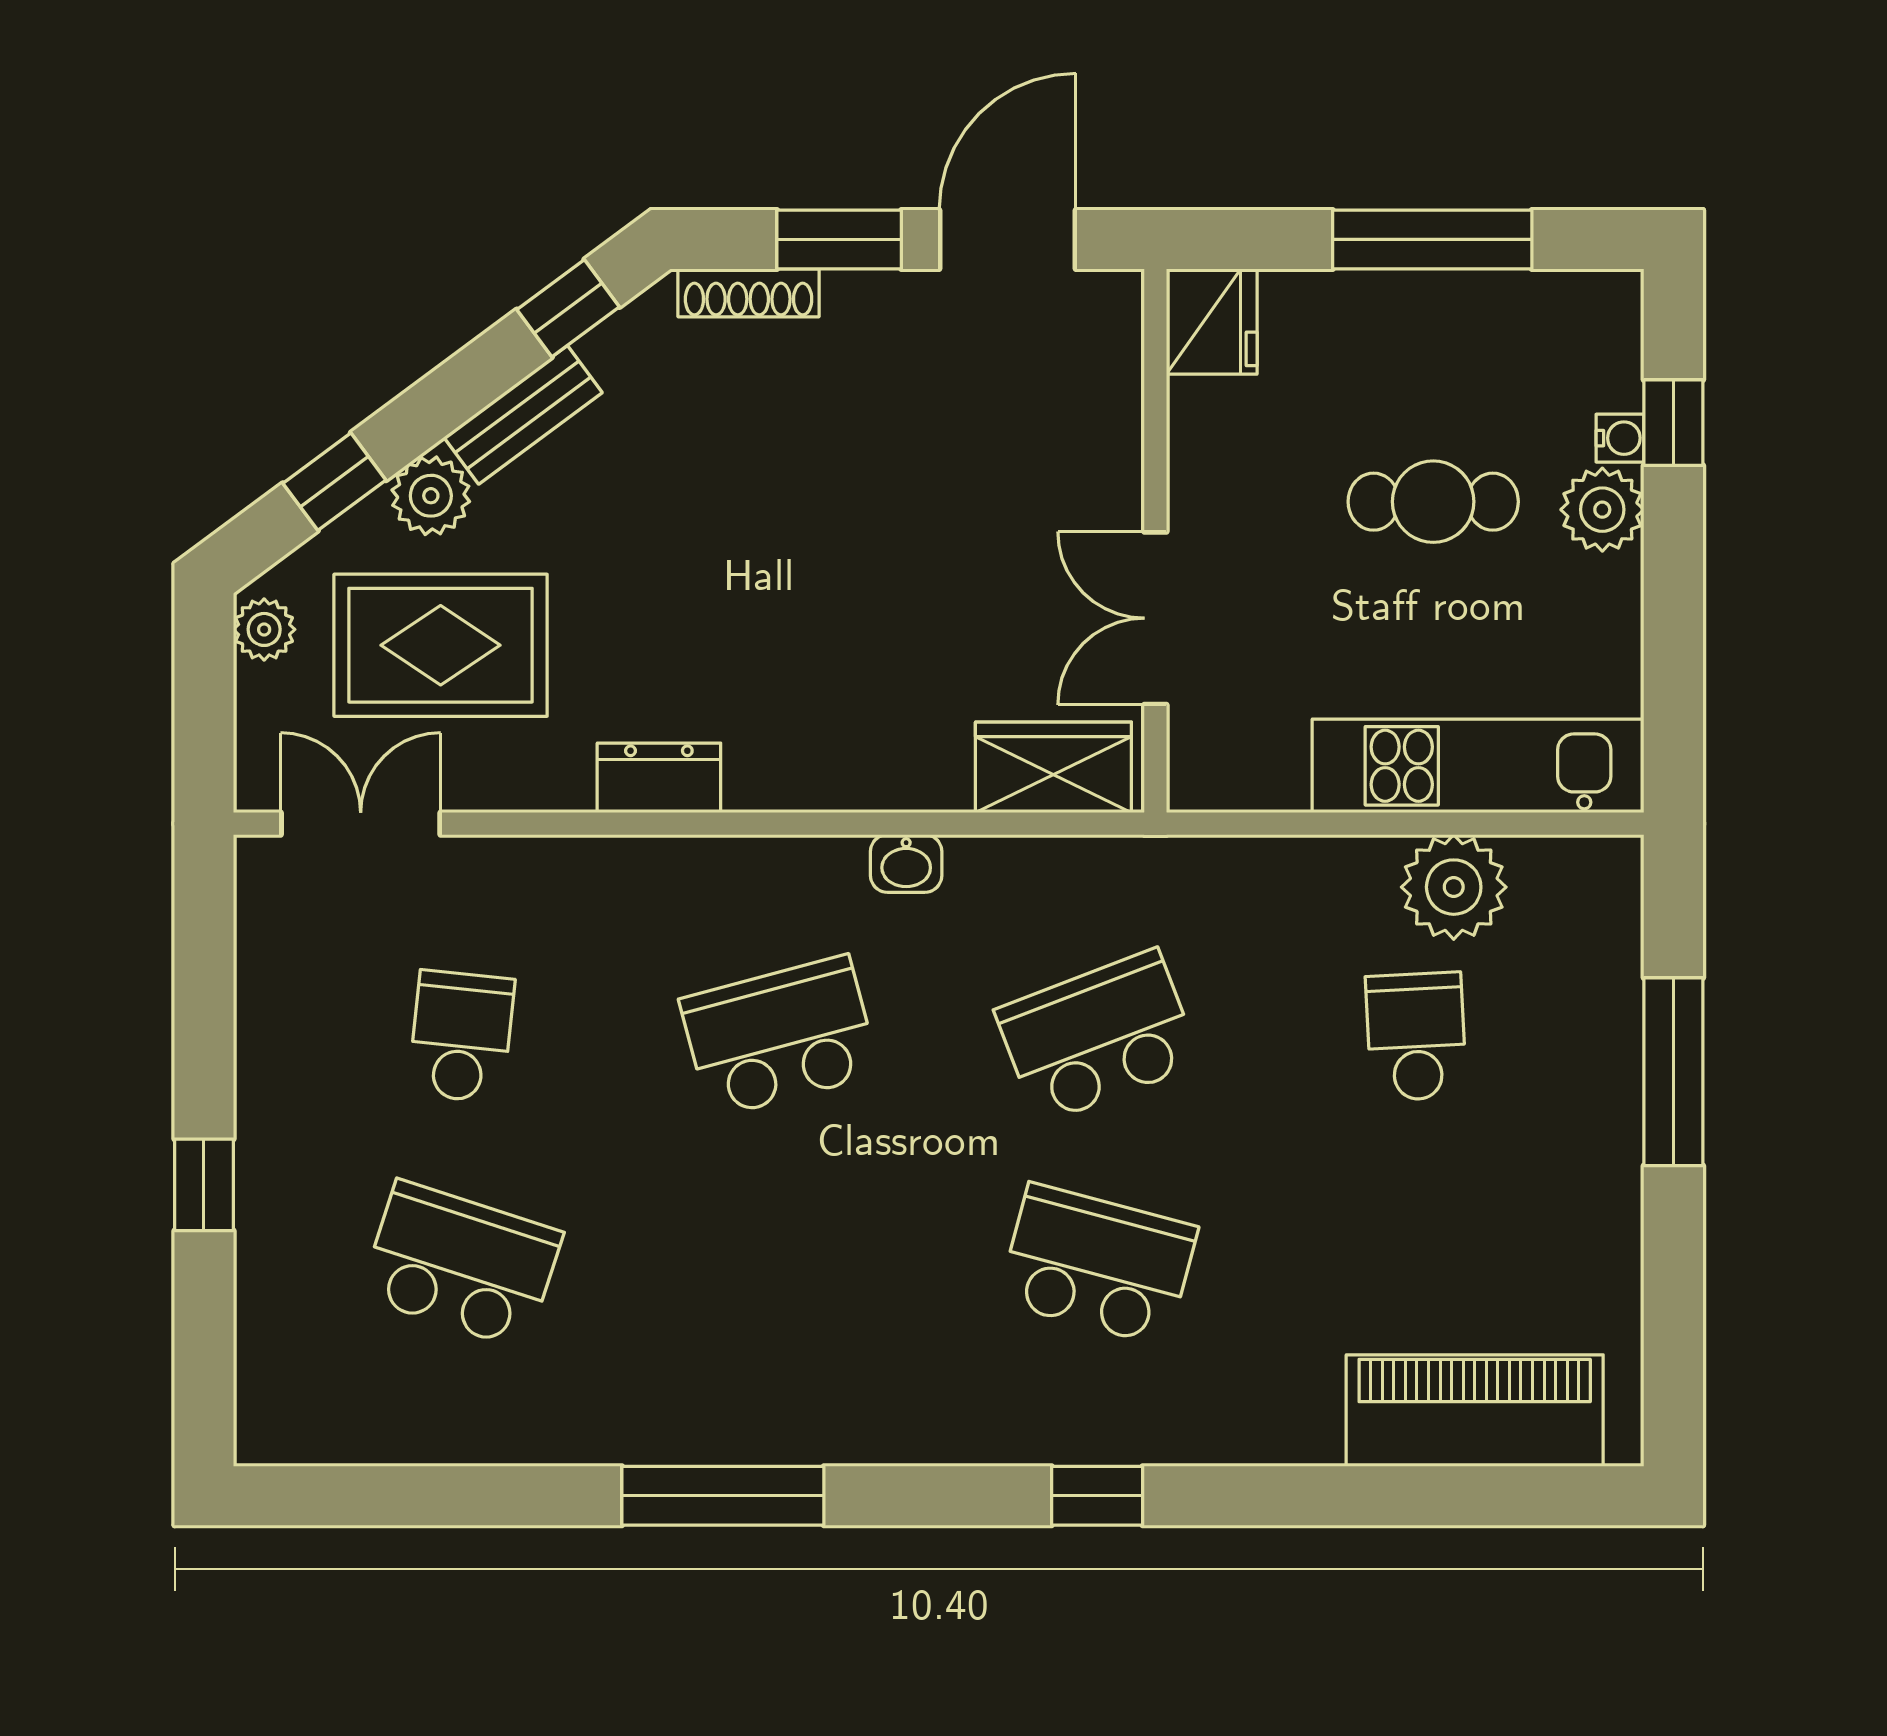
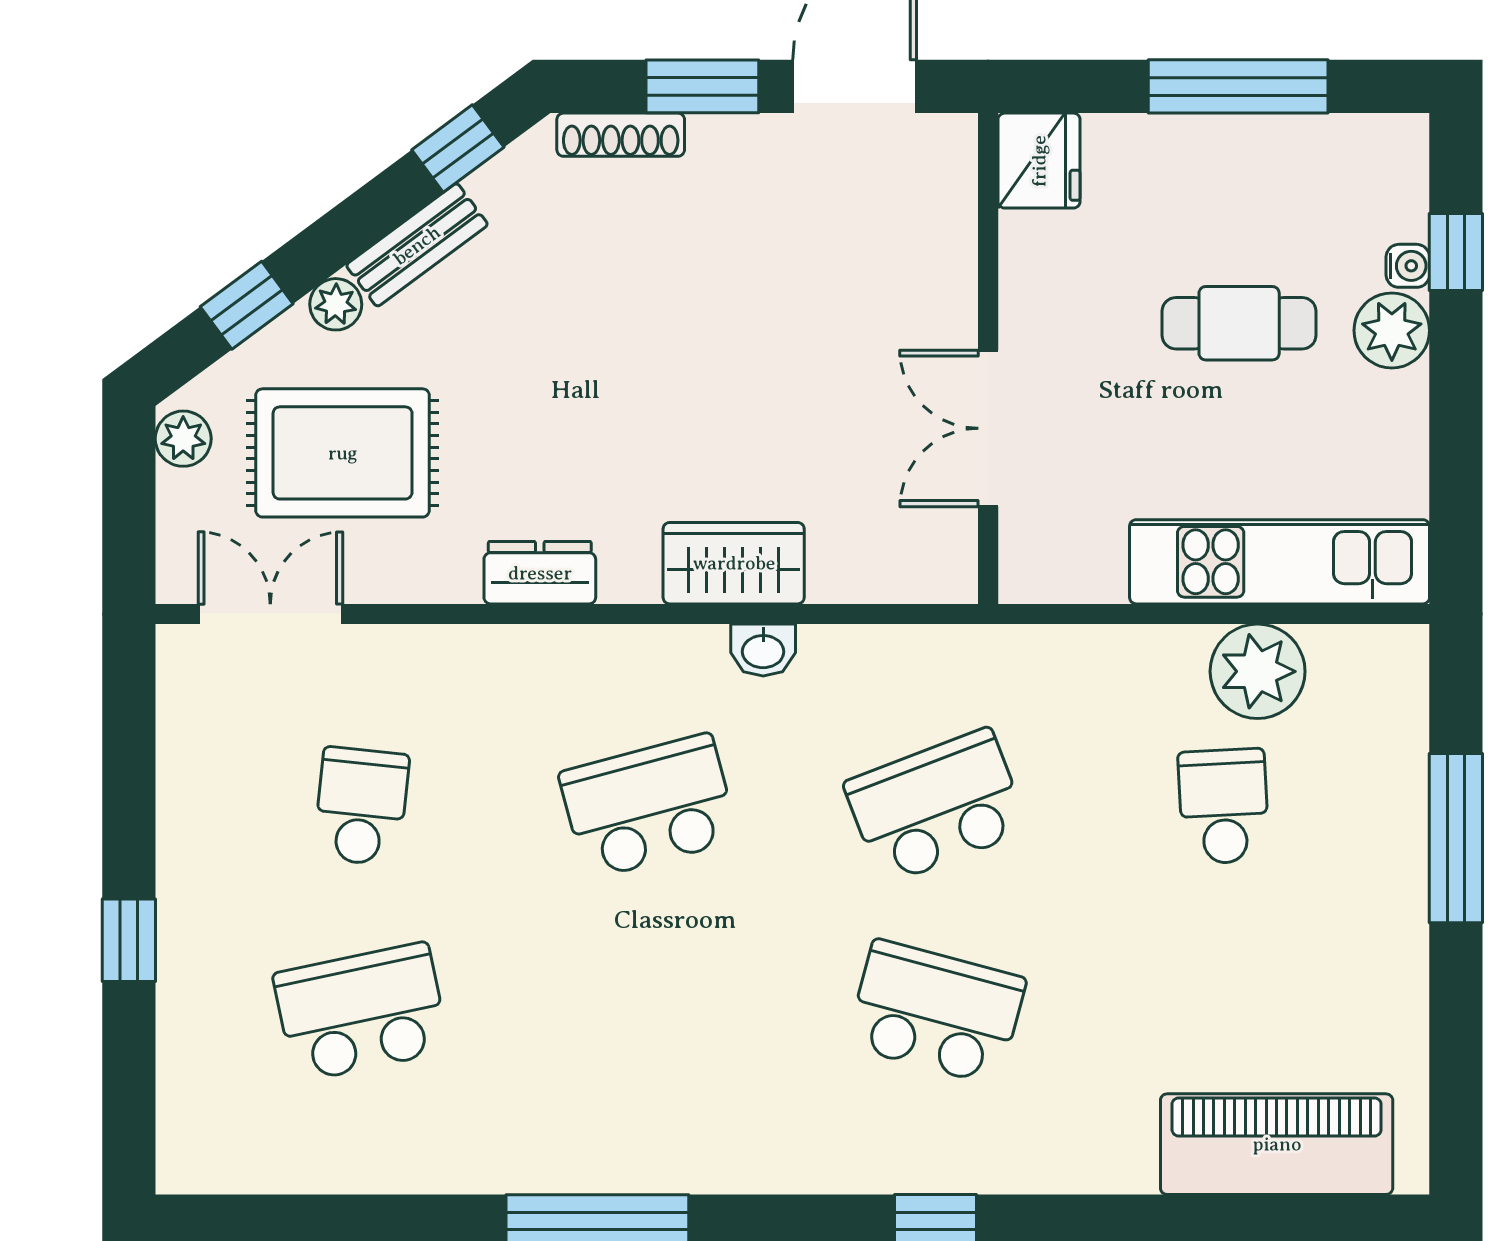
plant: (431, 496) -> (336, 304), width x0.73, depth x0.73
wardrobe: (1053, 767) -> (734, 563), moved
school desk: (461, 1264) -> (361, 1012), turned -30

